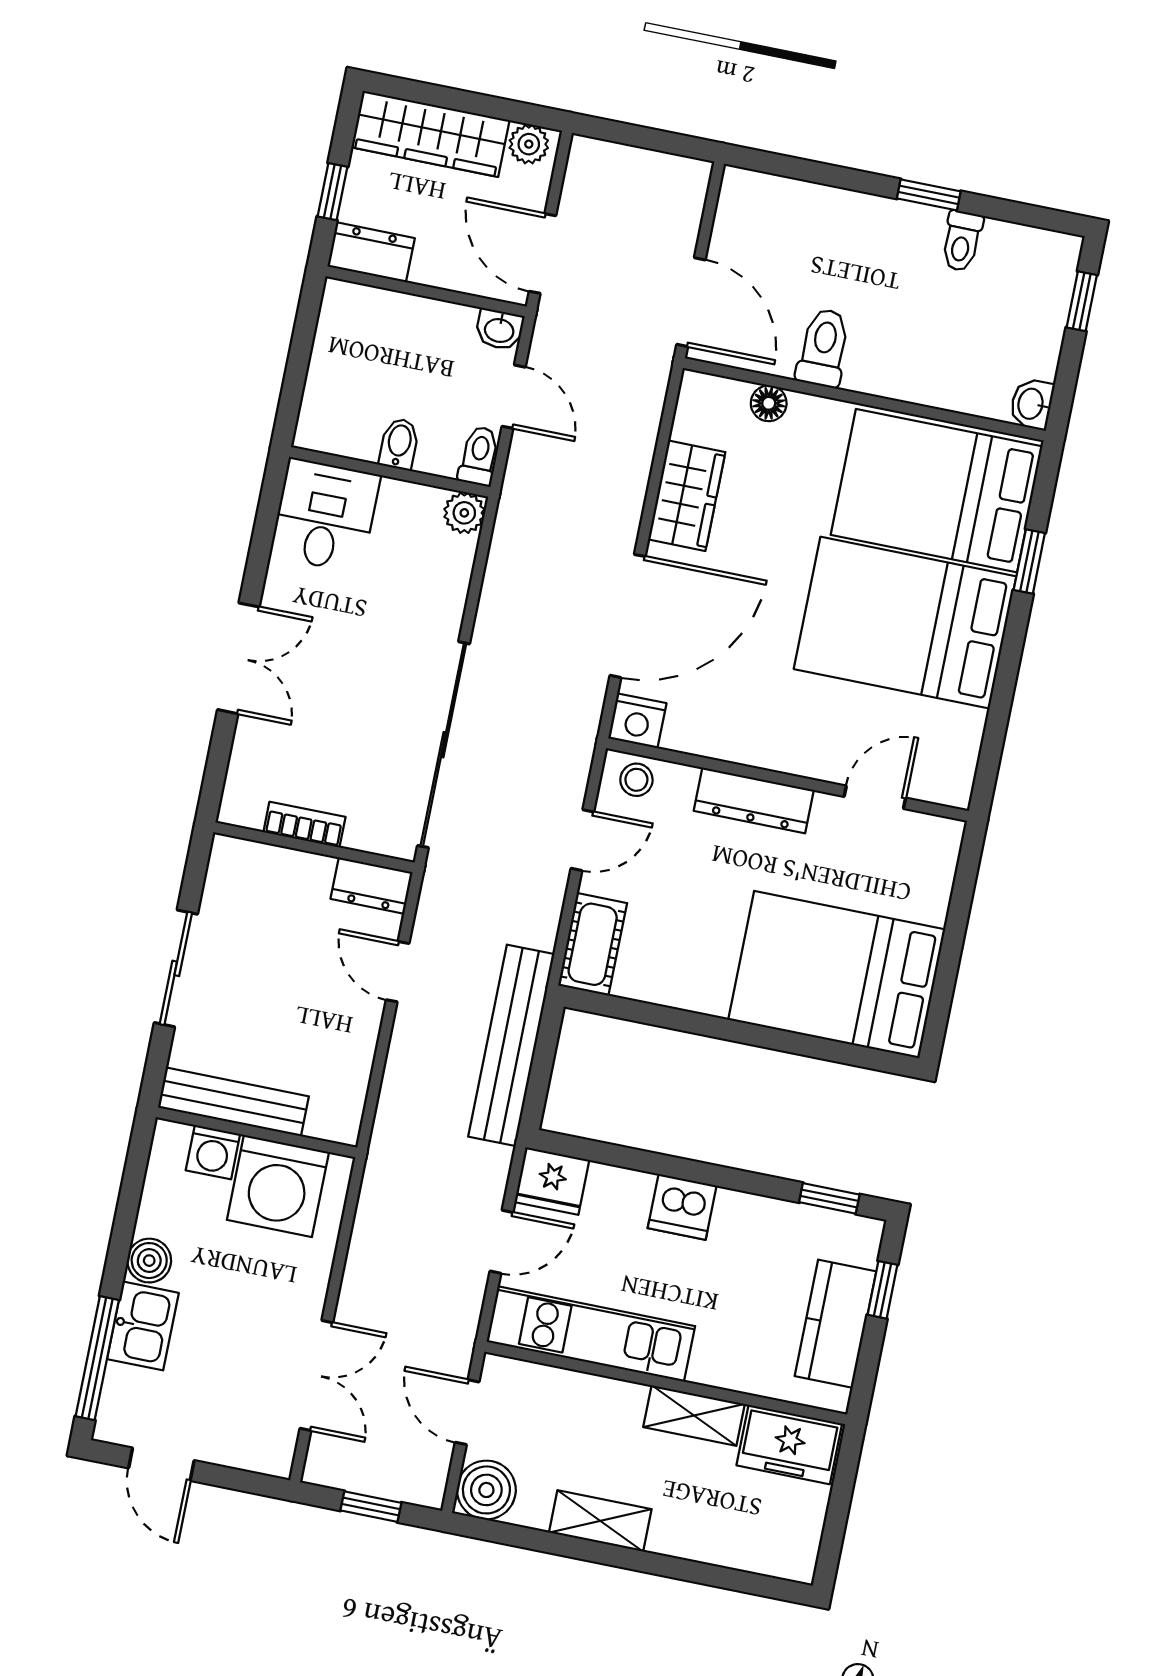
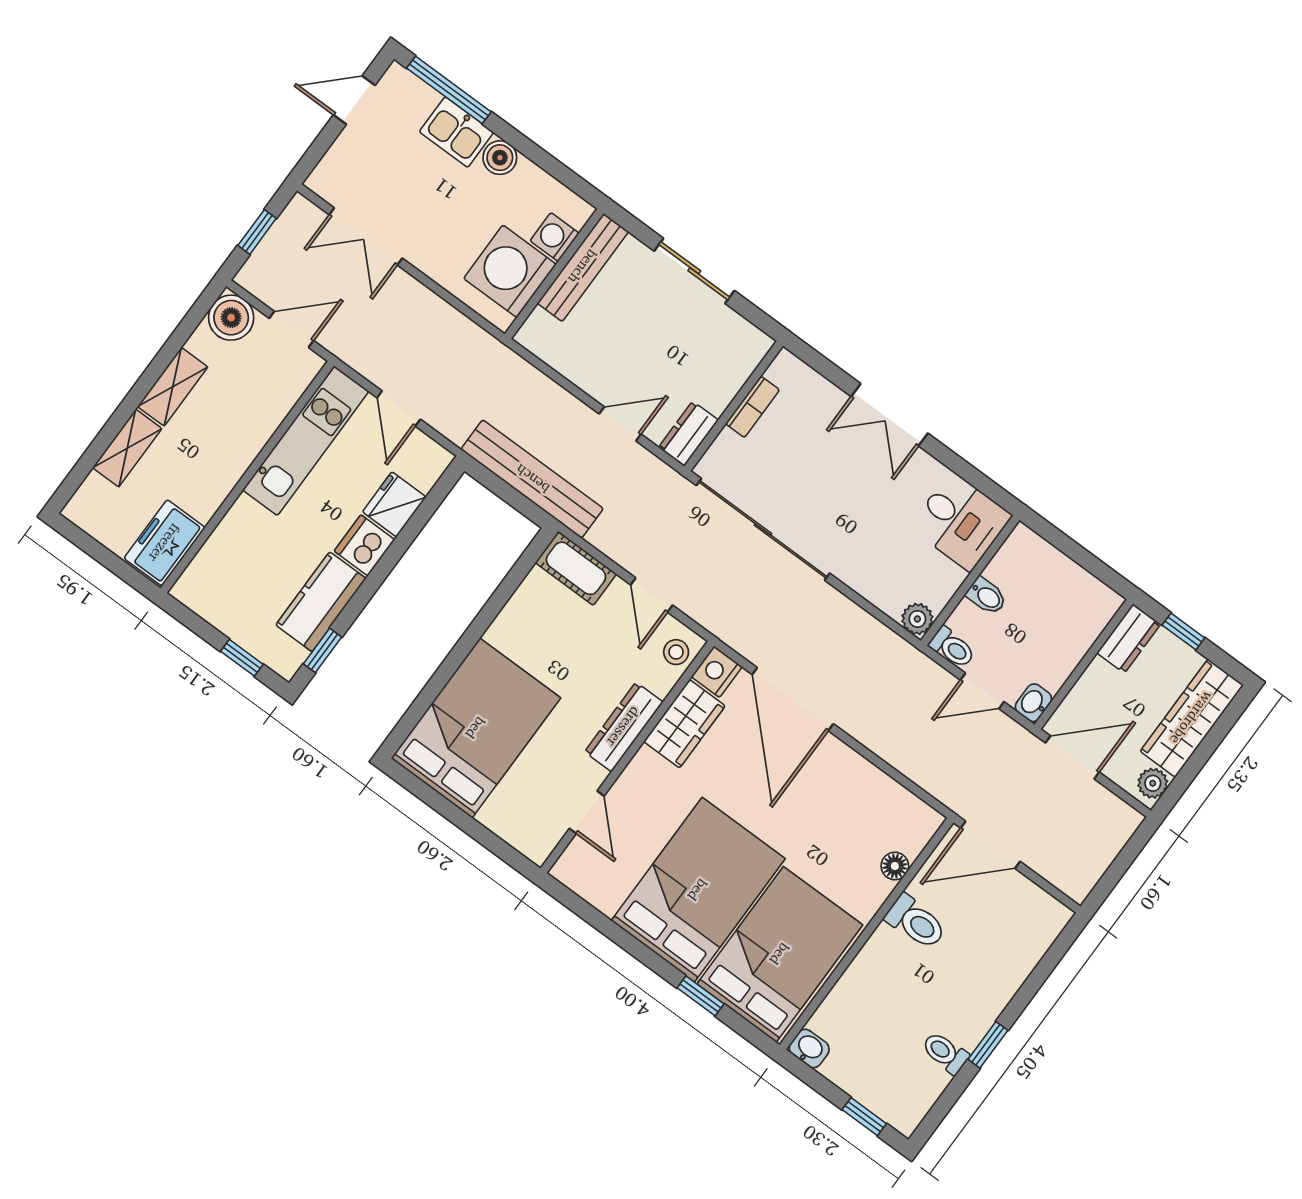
wardrobe: (687, 496) -> (684, 724), moved, turned -90
fridge: (552, 1181) -> (394, 504), moved
kitchen counter: (835, 1324) -> (321, 602), moved, turned -90
shelving: (694, 1416) -> (127, 448), moved

